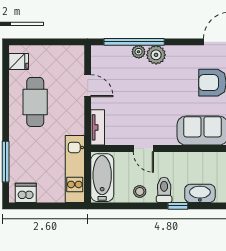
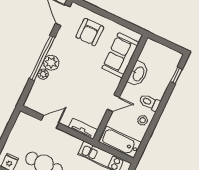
window: (134, 42) -> (42, 58), moved
washbasin: (200, 193) -> (138, 74), moved, turned 180
window: (178, 206) -> (176, 75), moved

